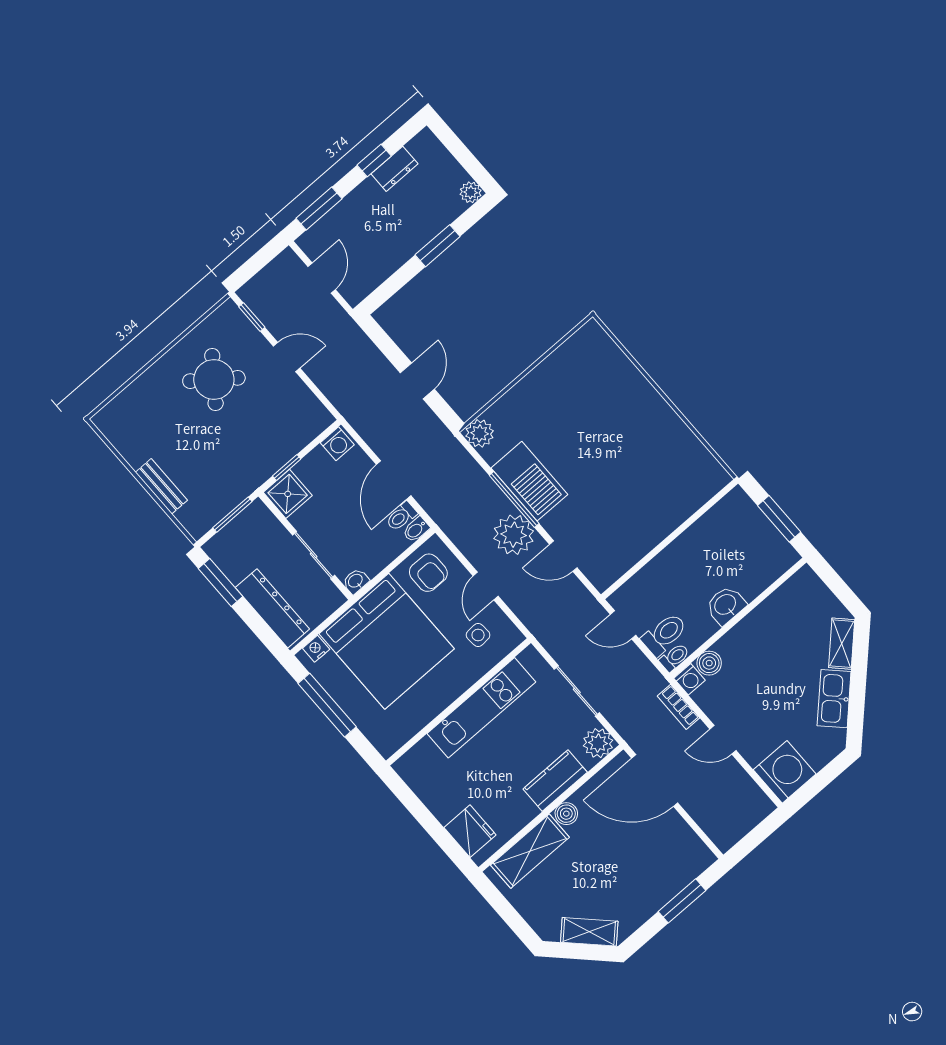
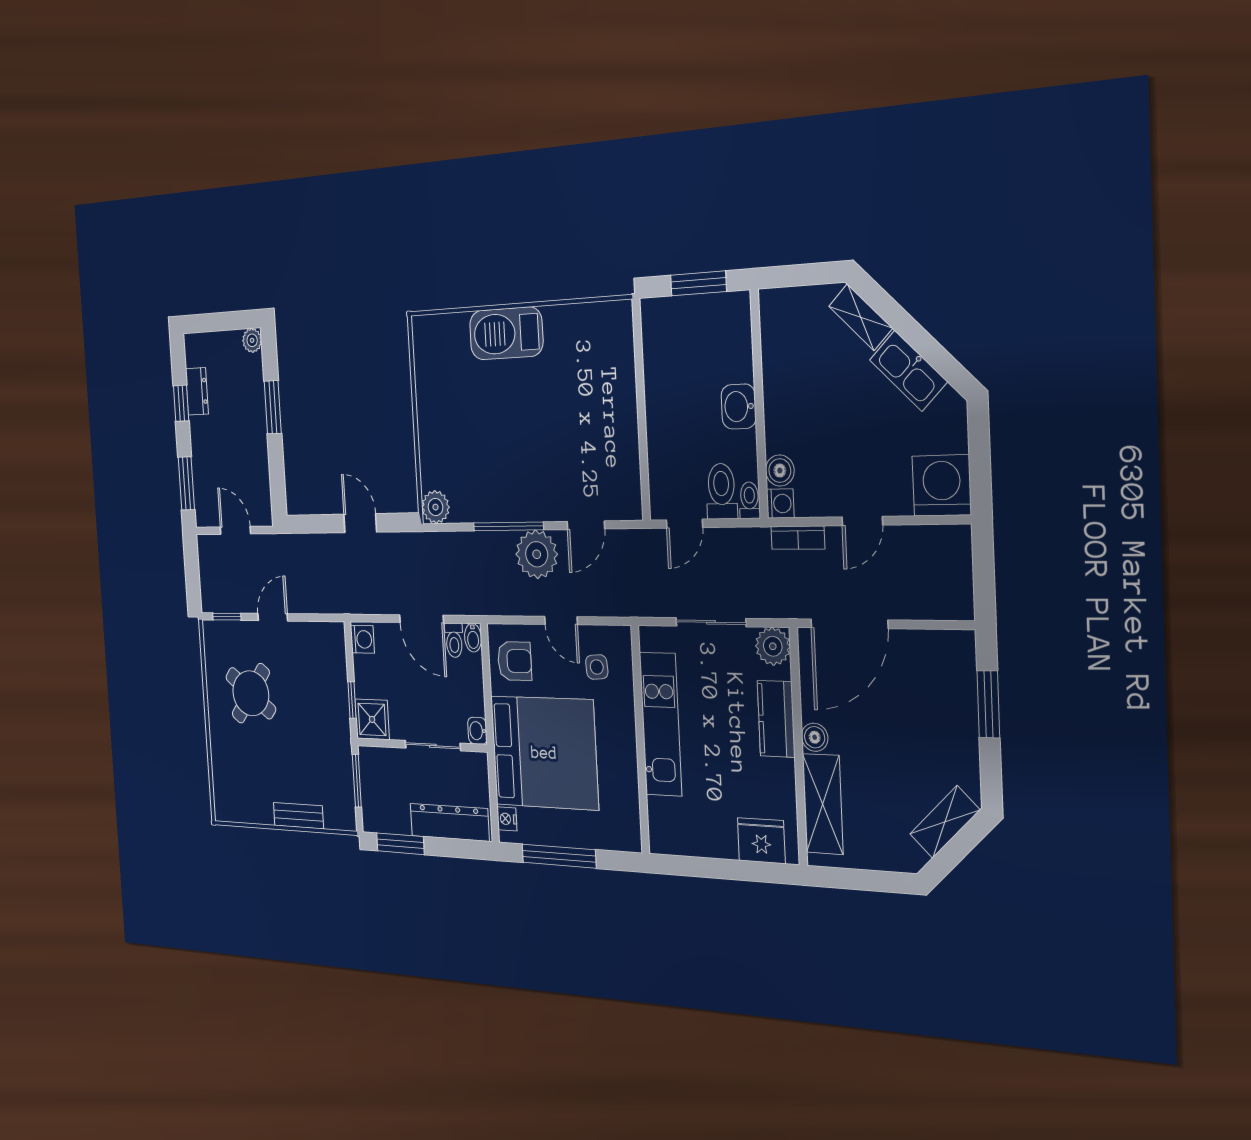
barbecue: (529, 481) -> (506, 333), moved, turned 180

